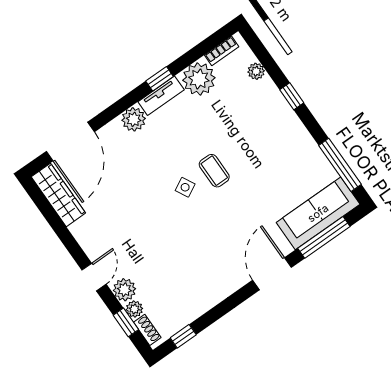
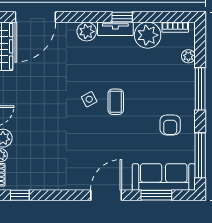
window: (292, 96) -> (200, 89), width x2.17
armchair: (287, 155) -> (170, 125), added
window: (324, 237) -> (156, 195), width x0.69

